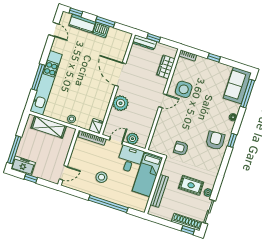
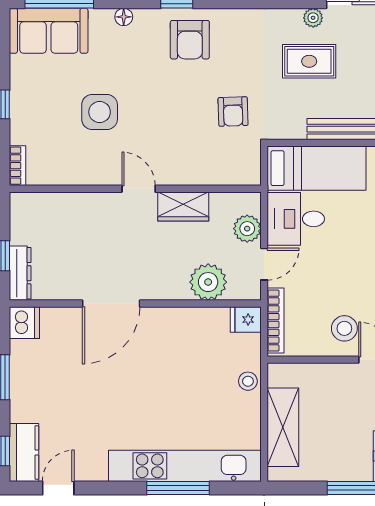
kitchen counter: (82, 24) -> (24, 453), moved
dishwasher: (101, 30) -> (24, 323), moved
wardrobe: (166, 67) -> (183, 207), moved
side table: (184, 89) -> (100, 112), moved
plant: (121, 103) -> (208, 282), moved
door: (116, 141) -> (264, 264), swing flipped
armchair: (215, 141) -> (190, 40), turned -86
stool: (101, 177) -> (344, 328), moved
rug: (191, 185) -> (309, 61), turned 90

